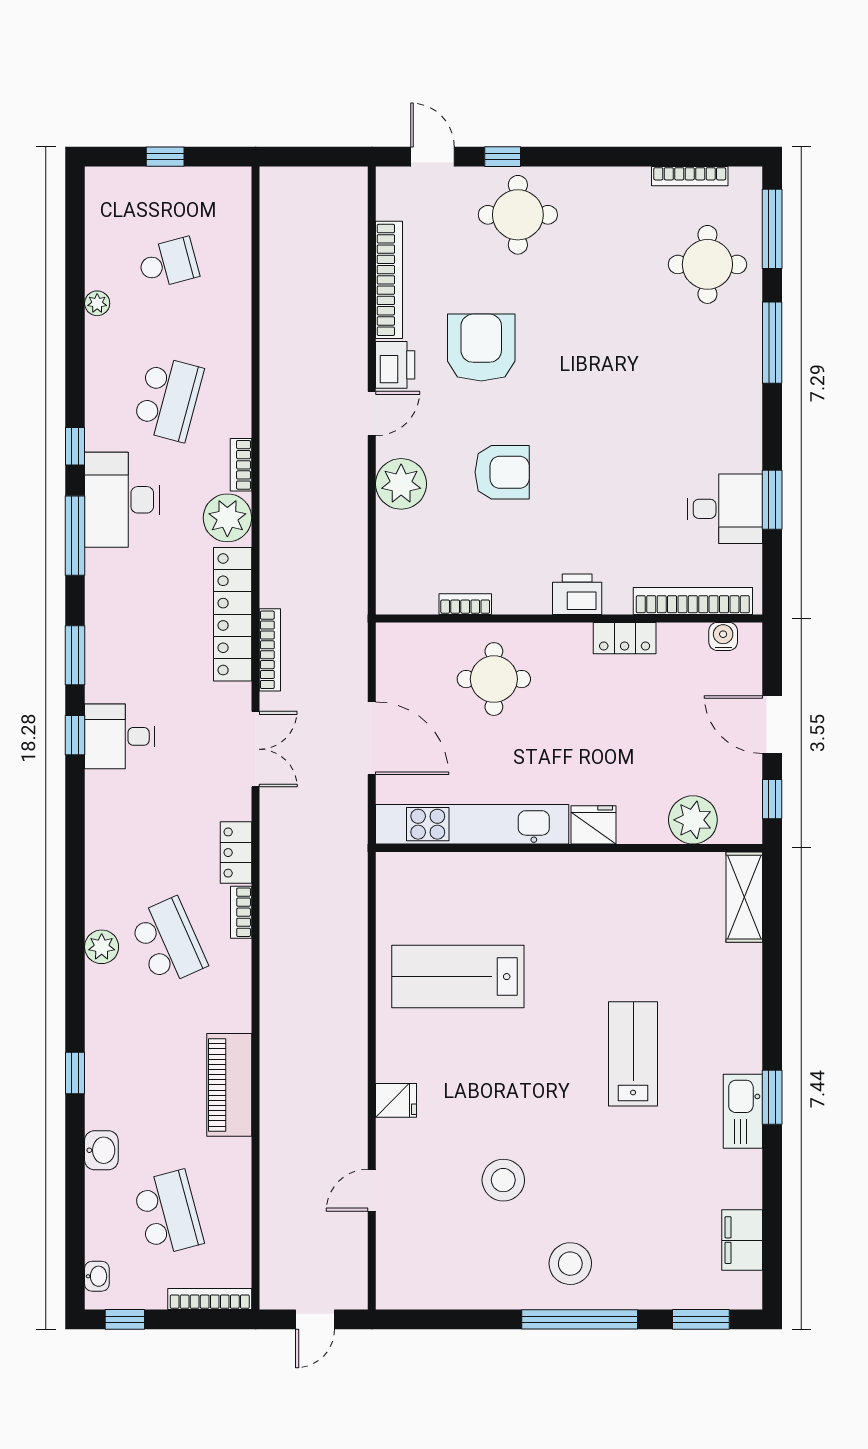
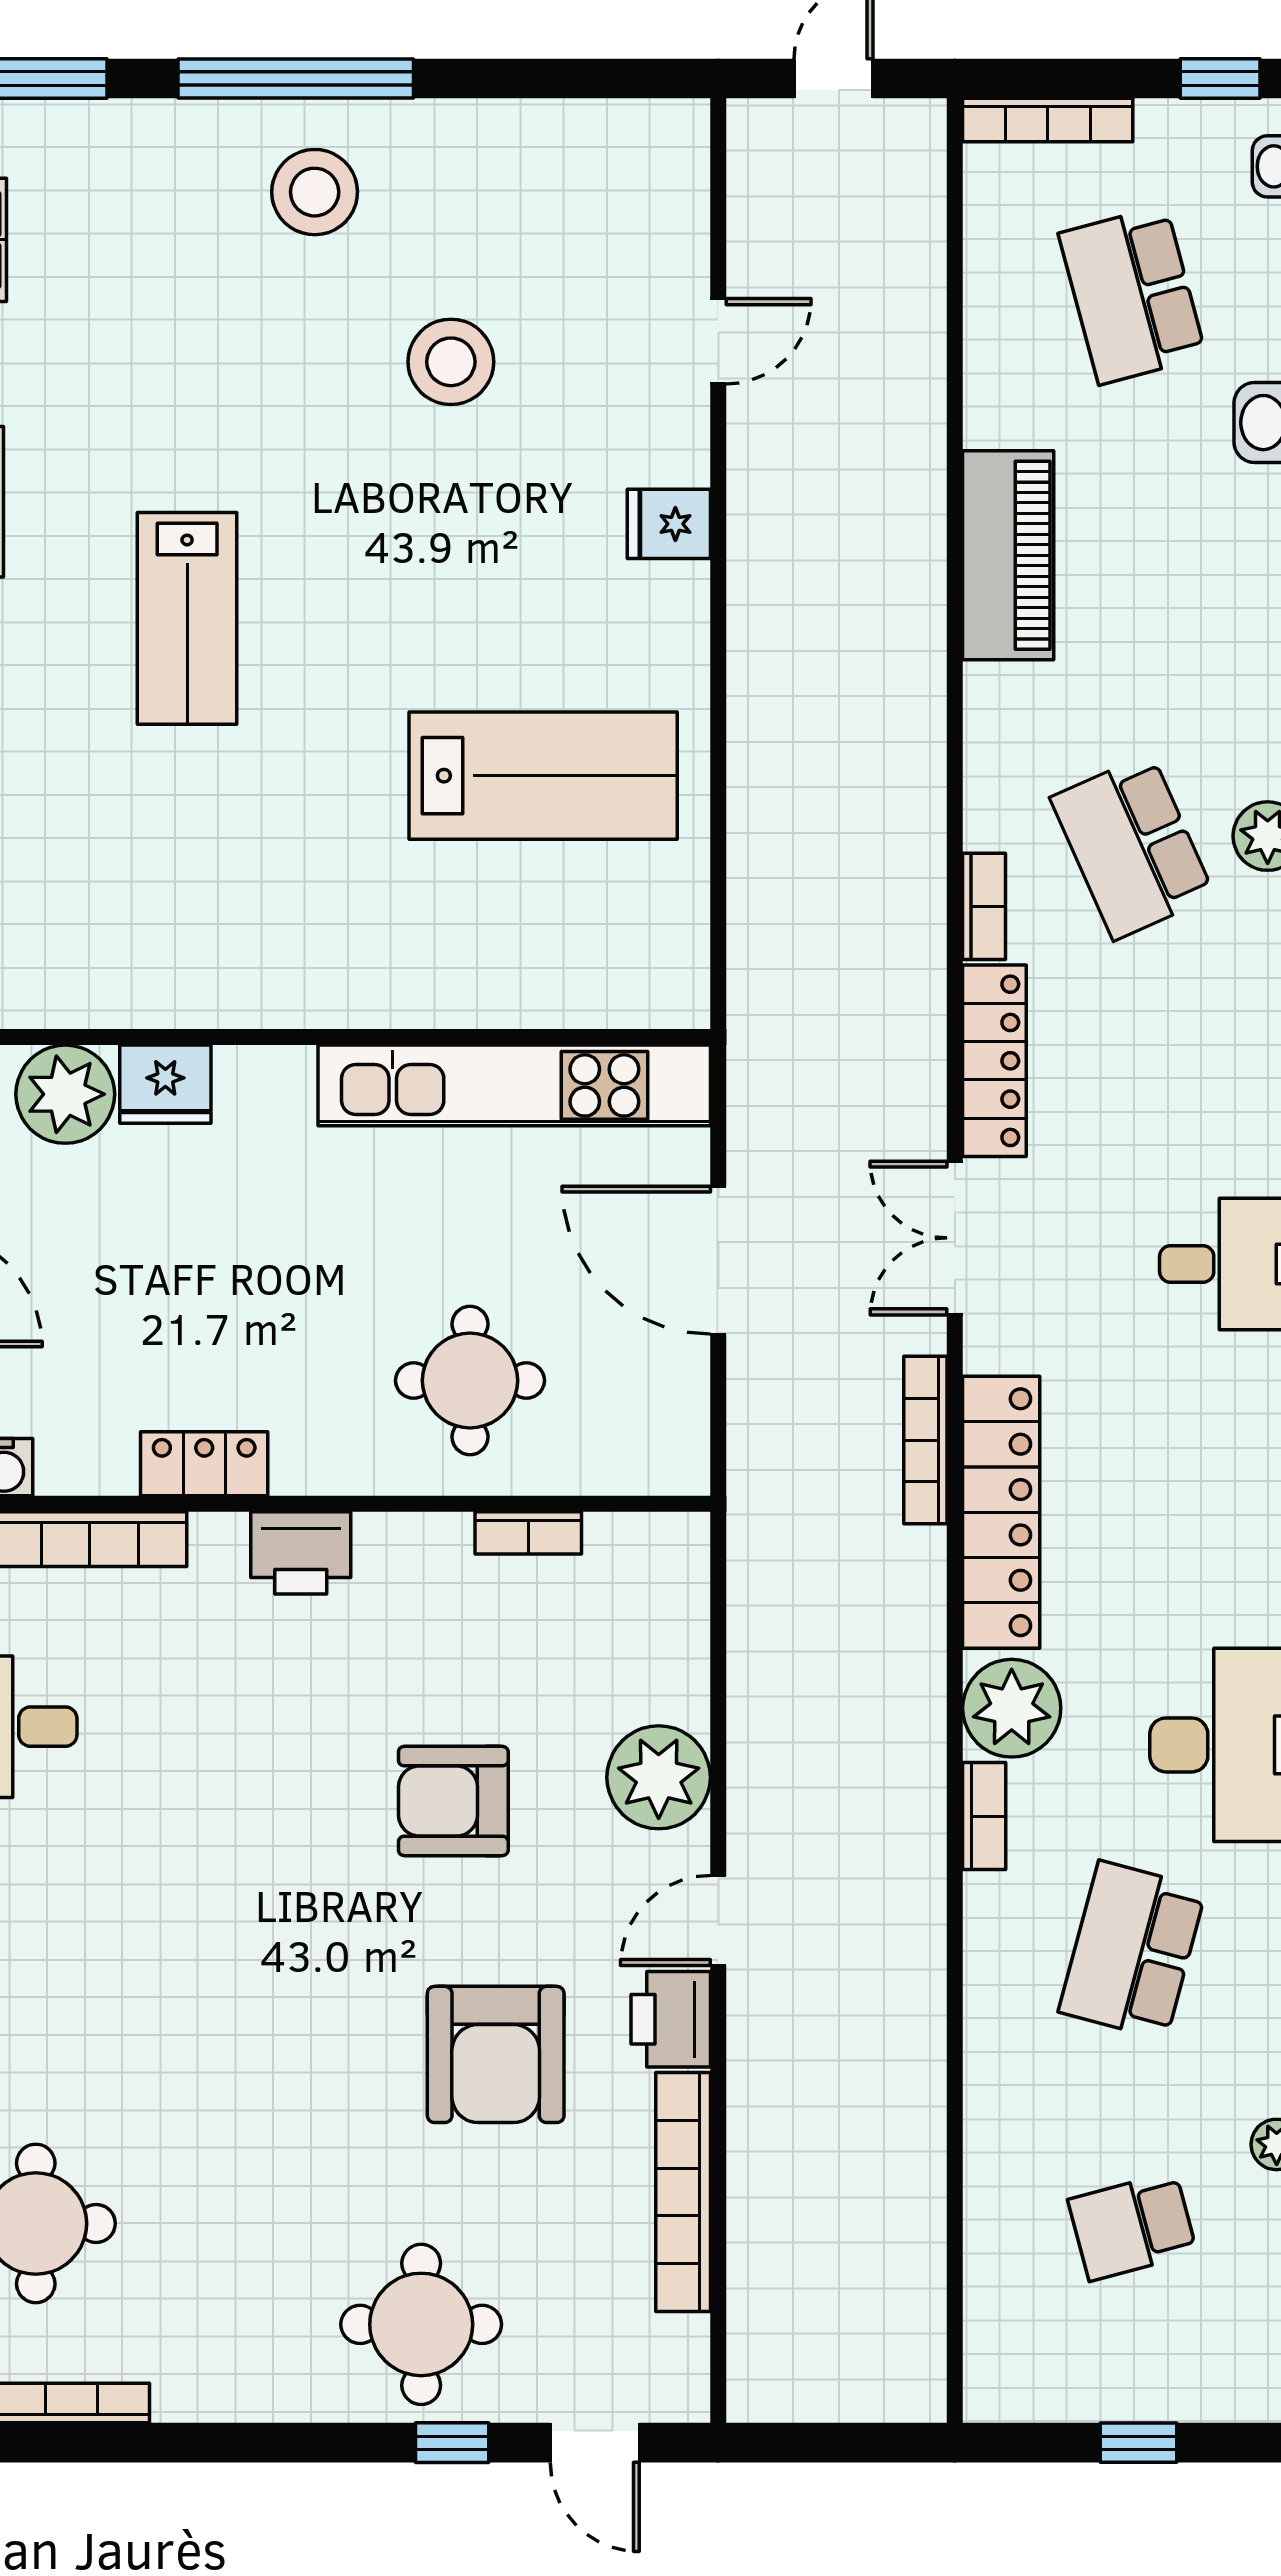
fridge: (593, 825) -> (165, 1084), moved
locker: (236, 853) -> (994, 1061), width x1.53

